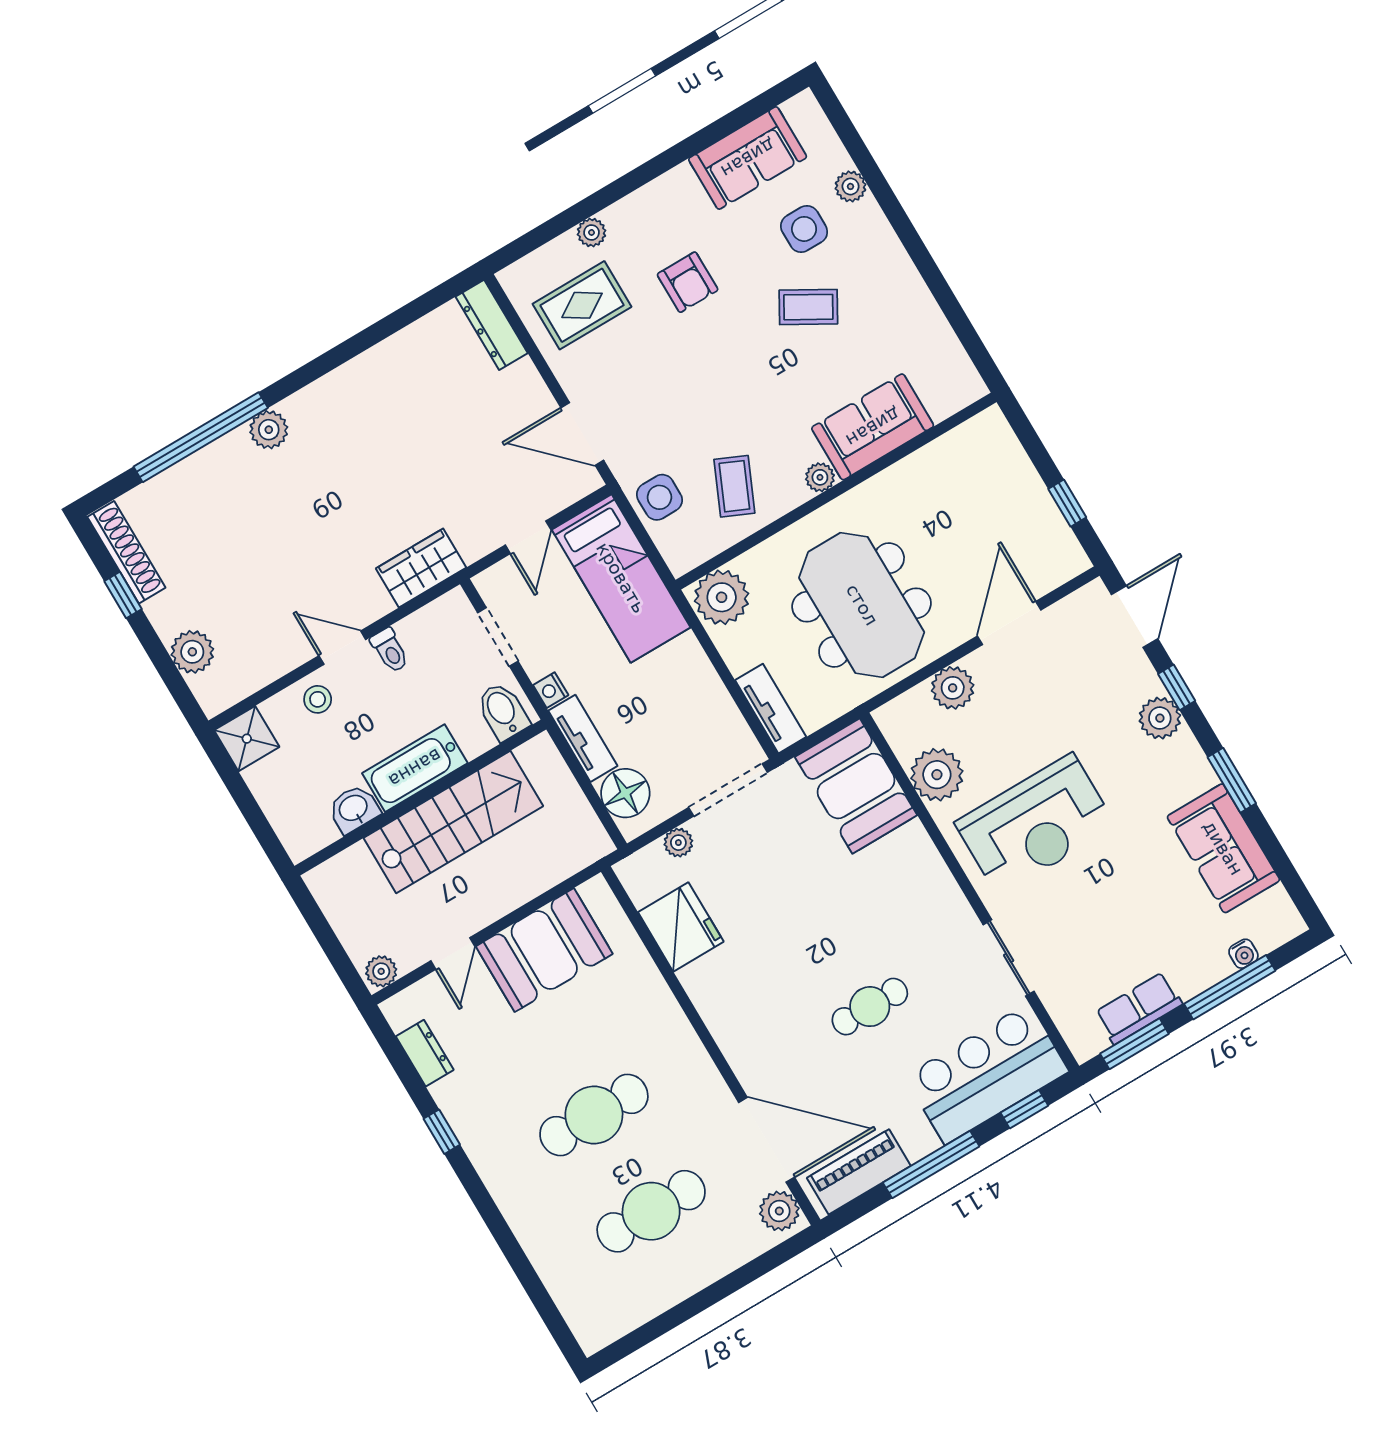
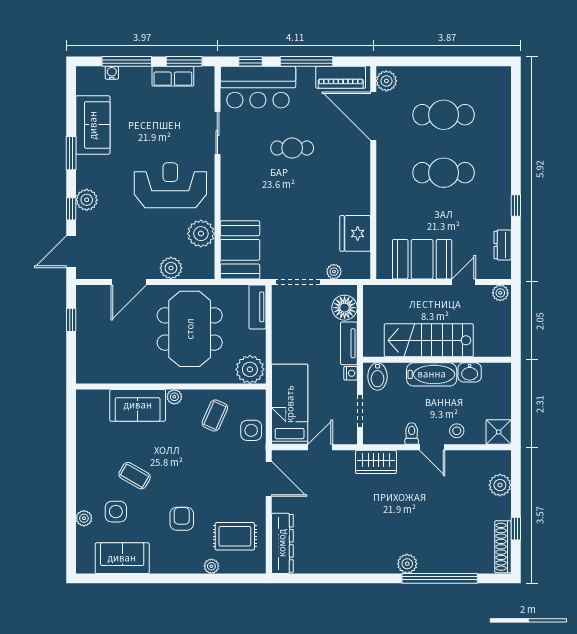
dresser: (492, 325) -> (282, 543), width x1.37, depth x1.24

